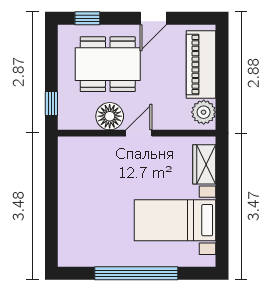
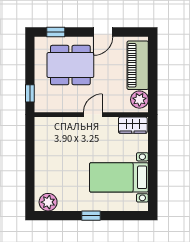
floor lamp: (110, 116) -> (72, 103), removed
wardrobe: (204, 164) -> (133, 125), moved, turned -90
plant: (77, 255) -> (48, 202), added
window: (136, 273) -> (91, 216), width x0.32

